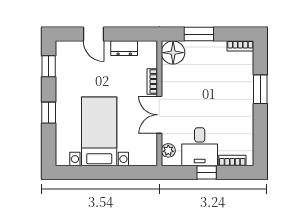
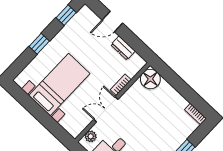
door: (94, 34) -> (112, 22), hinge flipped
window: (199, 34) -> (177, 83), removed

